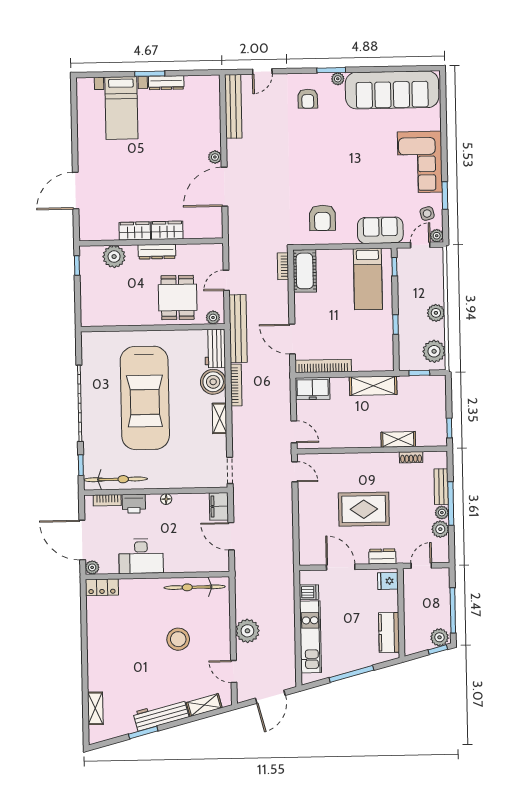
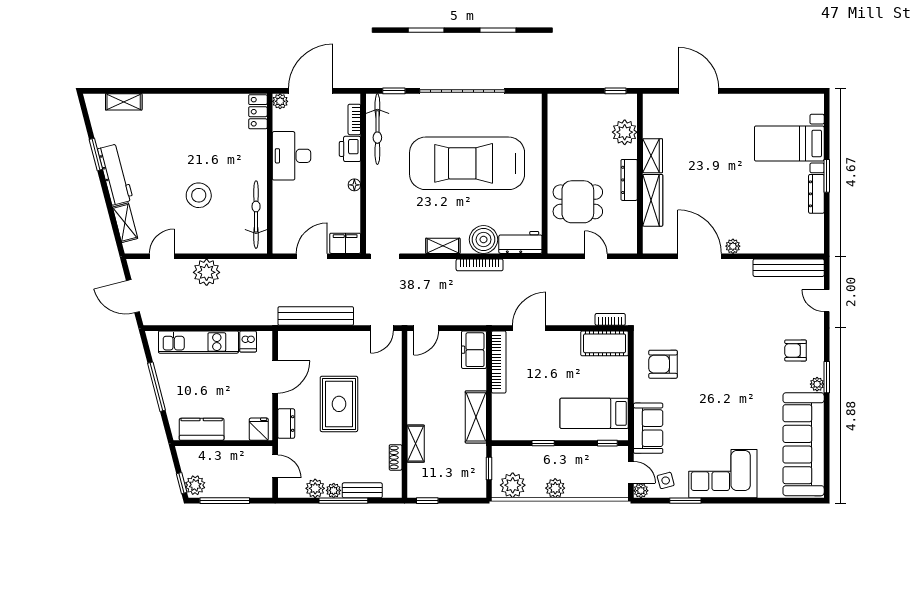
wardrobe: (167, 230) -> (653, 200), width x1.50
plant: (213, 317) -> (555, 241), removed
bench: (238, 329) -> (316, 316), moved

